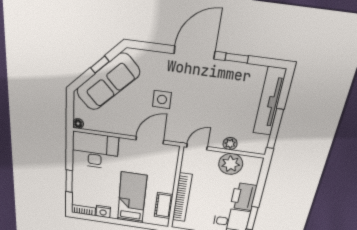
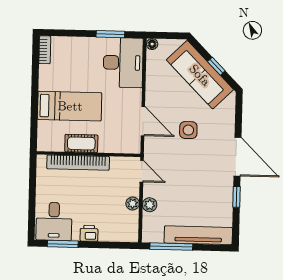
plant: (231, 164) -> (133, 204), width x0.53, depth x0.53
window: (69, 181) -> (110, 34), moved
printer: (243, 197) -> (89, 233), width x0.53, depth x0.68
cot: (164, 205) -> (81, 143), moved
nightstand: (103, 212) -> (46, 73), removed

